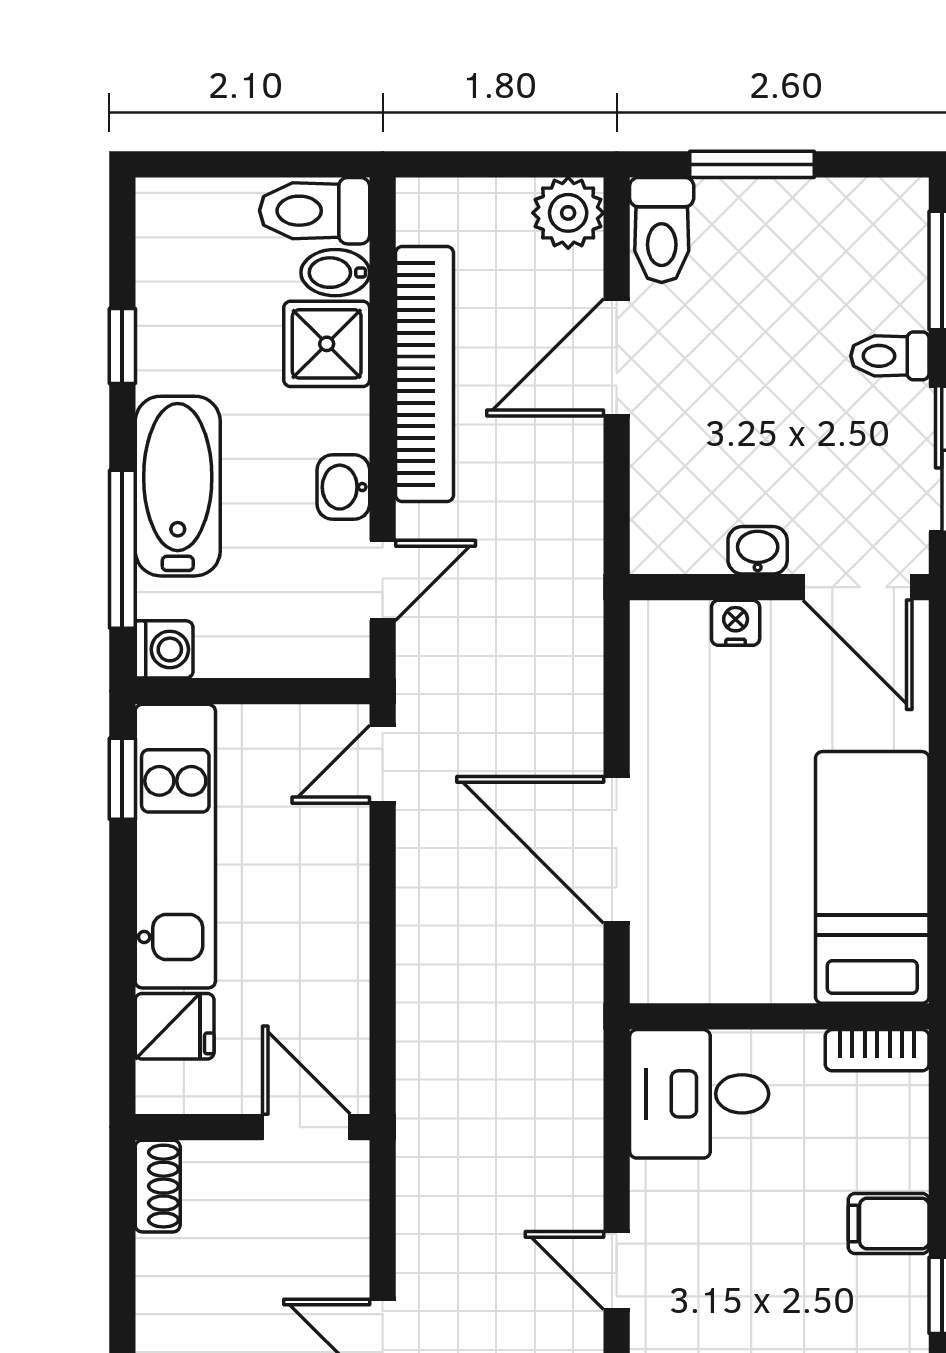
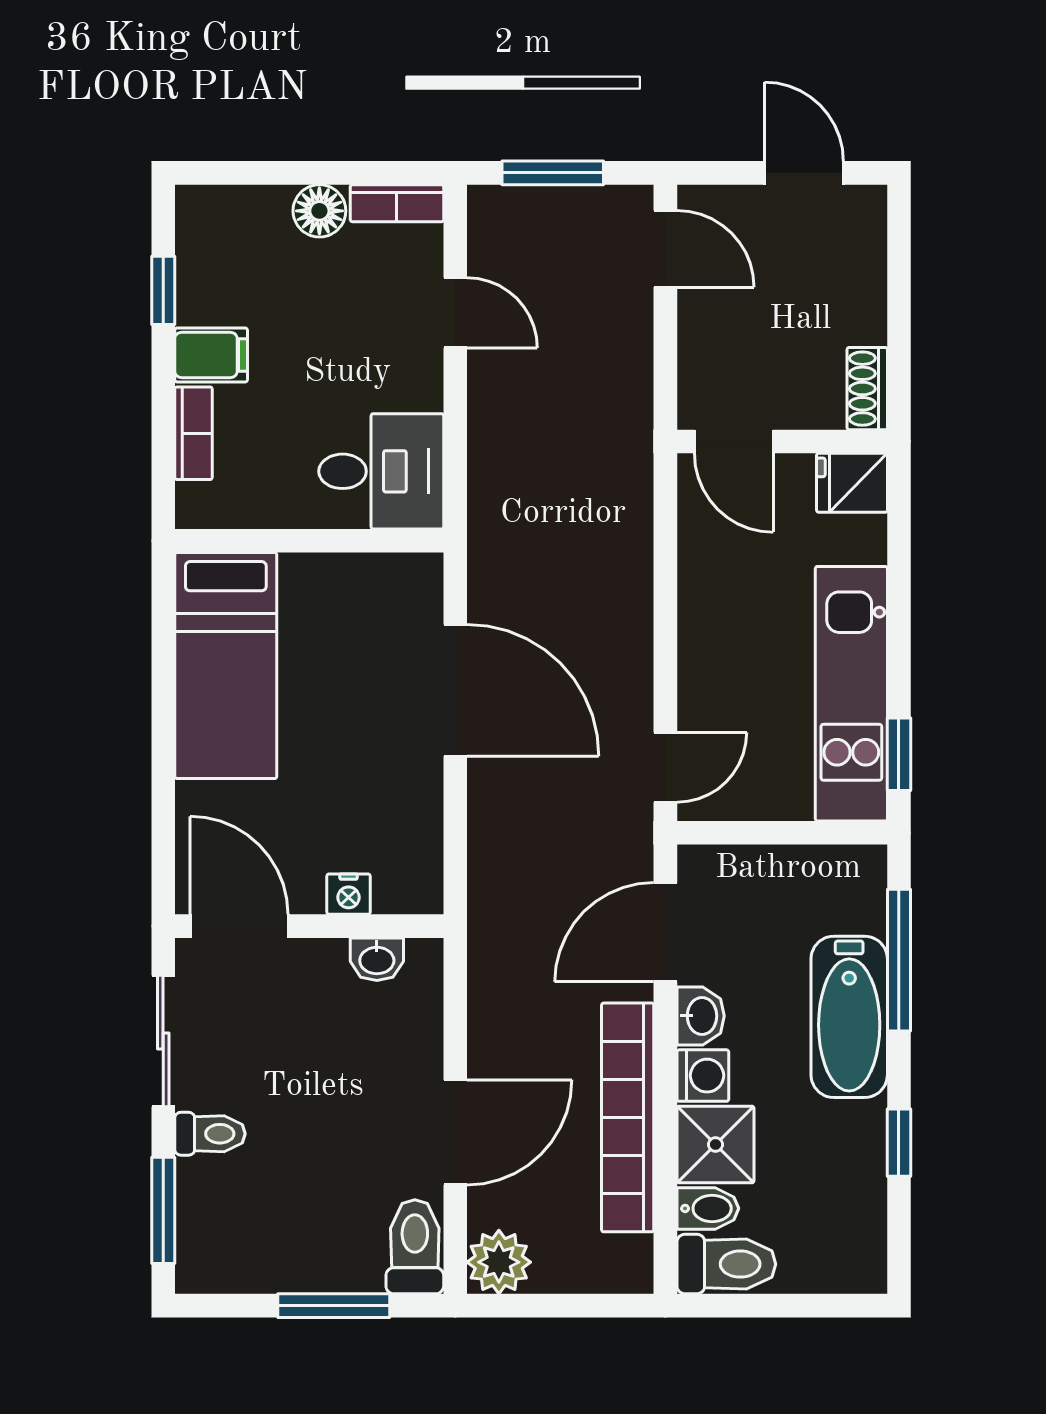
washbasin: (758, 550) -> (377, 959), moved
door: (383, 580) -> (665, 932), width x1.37
washing machine: (164, 649) -> (703, 1076), moved, turned 180
fridge: (175, 1026) -> (852, 483), moved
bookcase: (877, 1050) -> (194, 433), moved, turned 90

